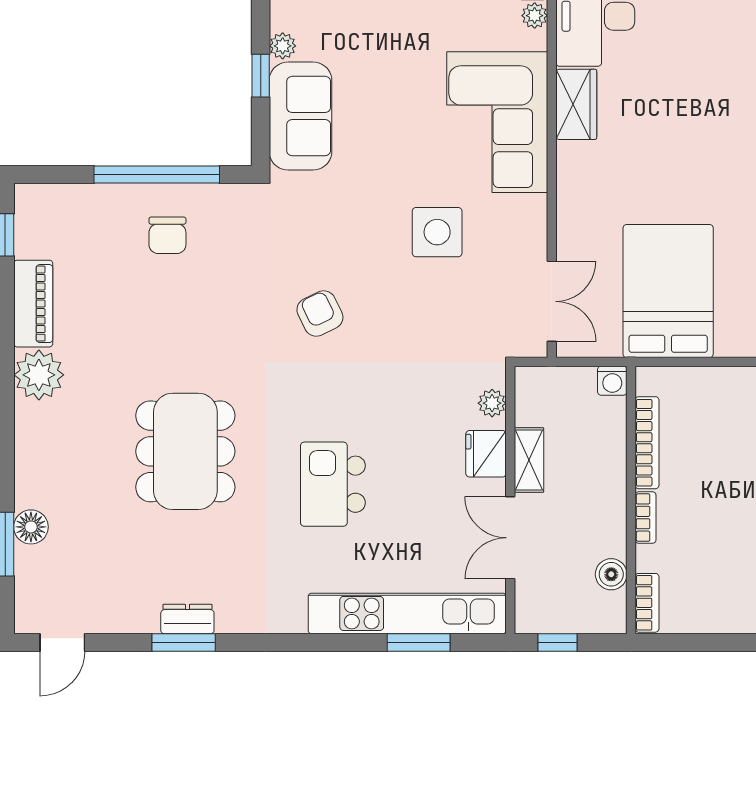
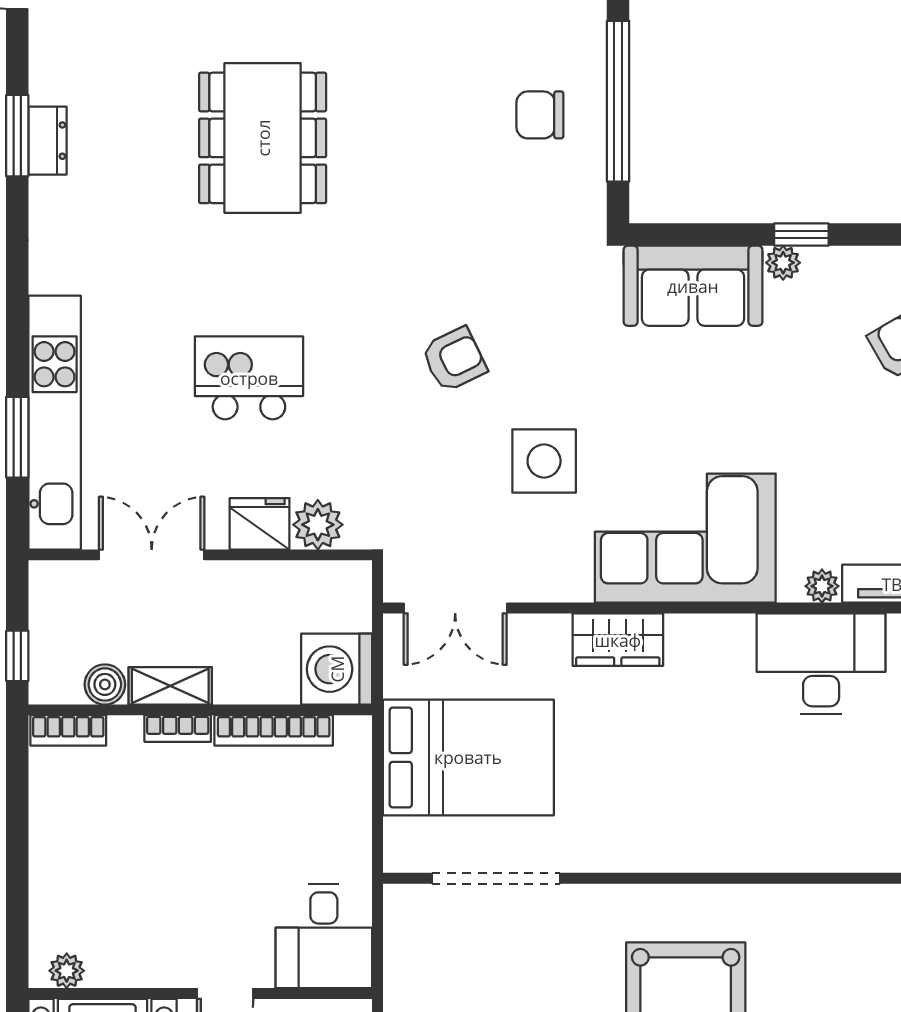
window: (261, 76) -> (801, 235), moved
wardrobe: (576, 104) -> (618, 640), moved
armchair: (320, 313) -> (454, 359), moved
washing machine: (612, 381) -> (337, 669), width x1.89, depth x1.89
plant: (492, 403) -> (318, 525), width x1.38, depth x1.38
dining table: (185, 451) -> (263, 138), turned 90
shelving: (529, 460) -> (170, 686), moved
kitchen island: (333, 484) -> (249, 378), moved
window: (557, 643) -> (17, 656), moved

